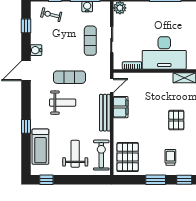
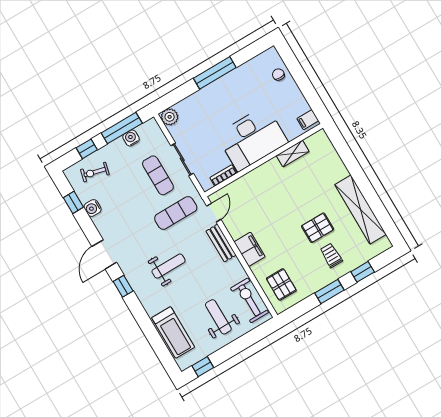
water cooler: (36, 50) -> (92, 208), moved
exercise mat: (69, 77) -> (176, 213), moved
filing cabinet: (121, 107) -> (250, 249), moved
bench: (105, 113) -> (221, 243), width x0.73
pallet: (176, 120) -> (318, 228), moved, turned 90
window: (26, 126) -> (123, 286), moved
pallet: (128, 157) -> (281, 284), width x0.67, depth x0.71

